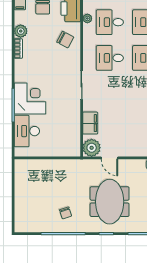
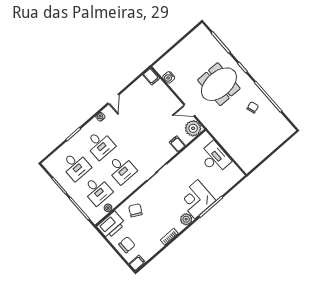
plant: (21, 31) -> (186, 219), moved
filing cabinet: (90, 123) -> (177, 144), width x0.50
desk: (27, 131) -> (215, 158), moved, turned -90
door: (109, 158) -> (189, 110), swing flipped

